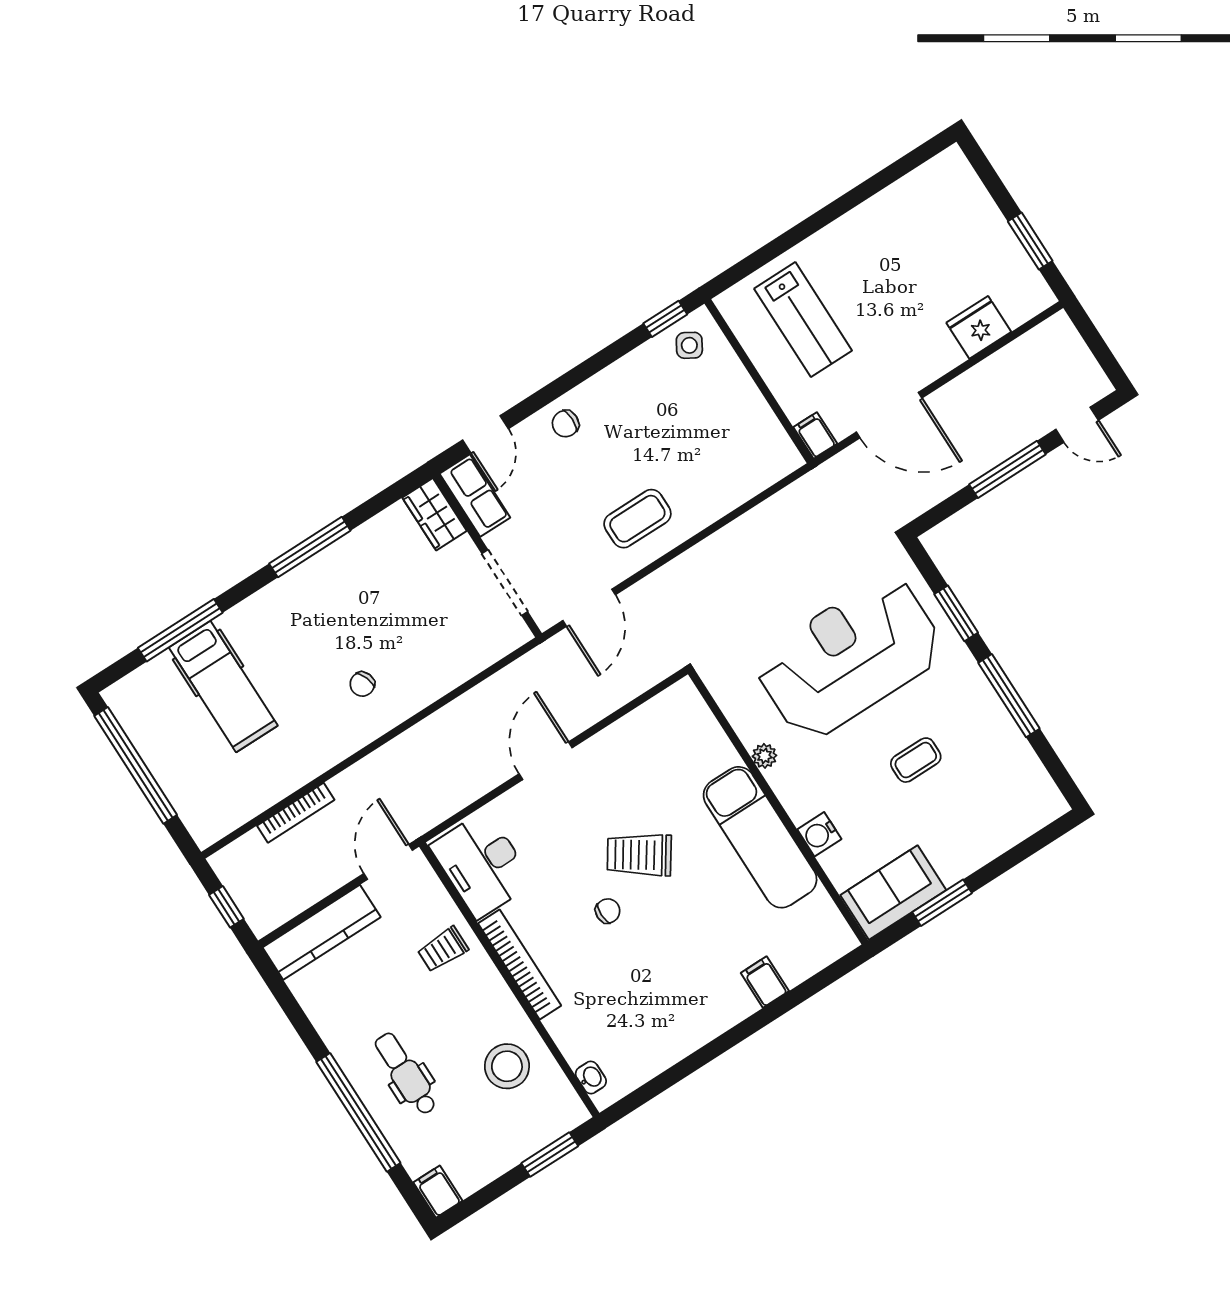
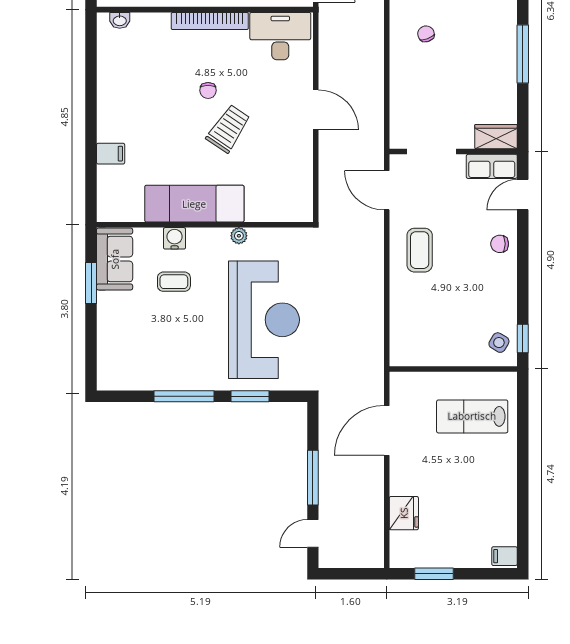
chair: (565, 424) -> (500, 244), turned -90
door: (485, 434) -> (523, 195), hinge flipped
filing cabinet: (815, 435) -> (505, 556), moved, turned 180
coffee table: (916, 760) -> (174, 282), moved, turned 90

